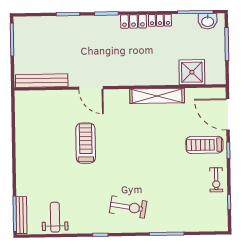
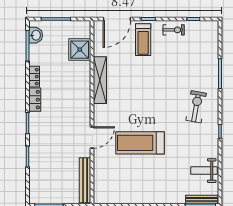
treadmill: (86, 143) -> (140, 143), width x1.37, depth x1.38

